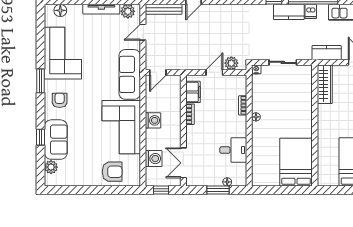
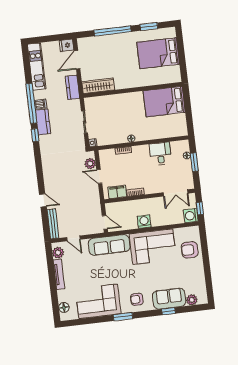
washing machine: (154, 159) -> (191, 216), moved, turned -90
armchair: (112, 172) -> (190, 250), turned -90

